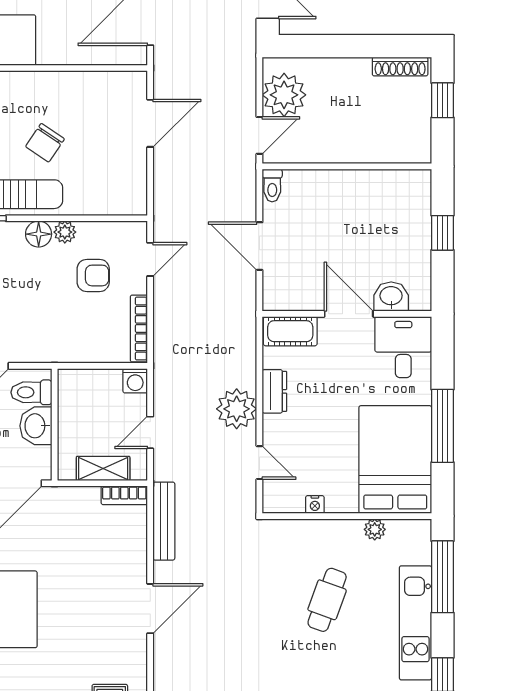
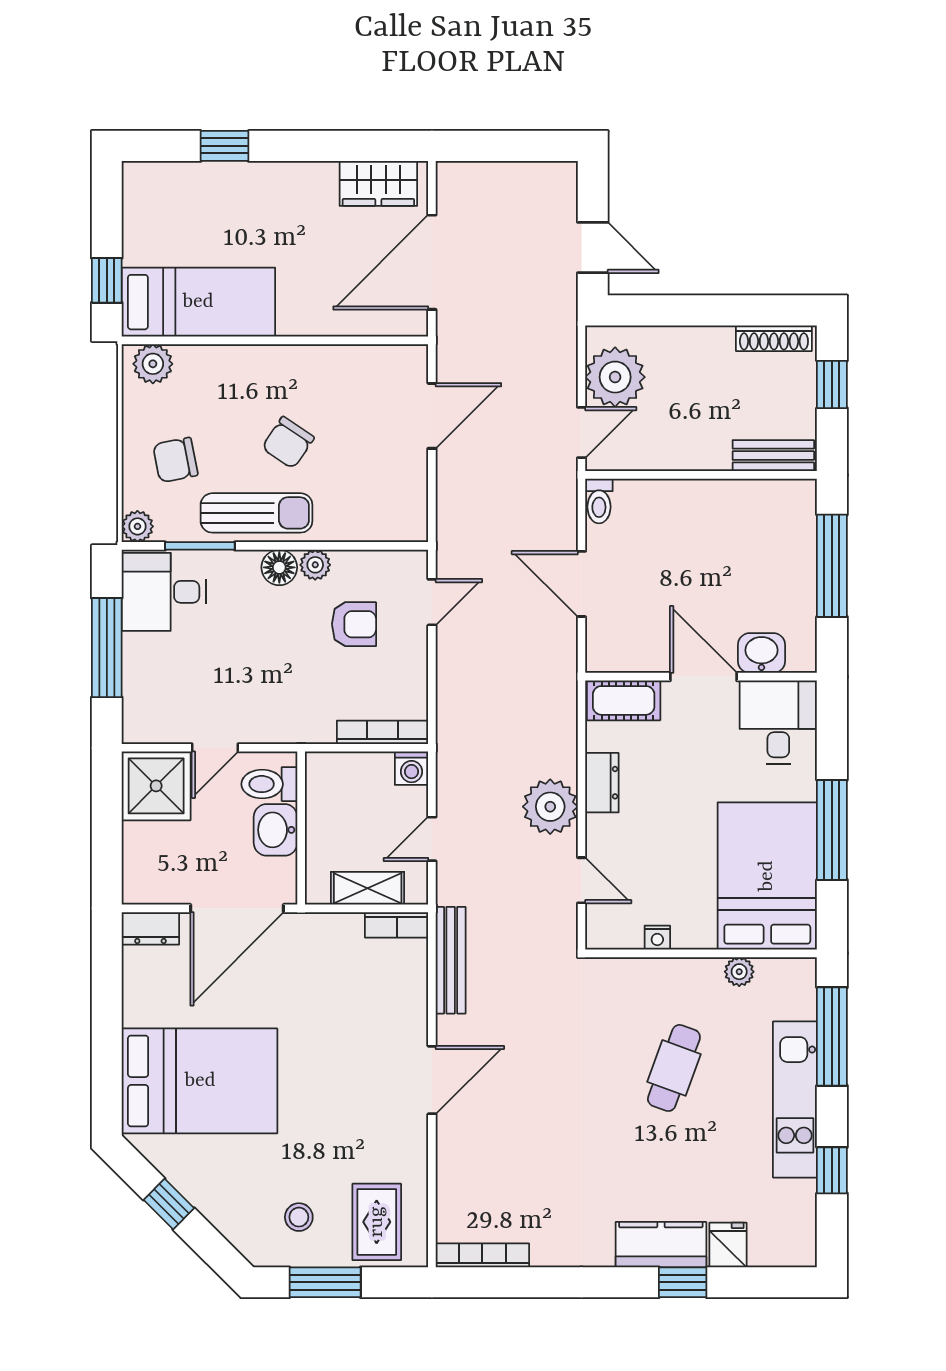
bench: (400, 152) -> (773, 456), added
window: (443, 233) -> (832, 566), width x2.17
bookcase: (139, 329) -> (383, 732), moved, turned 90

